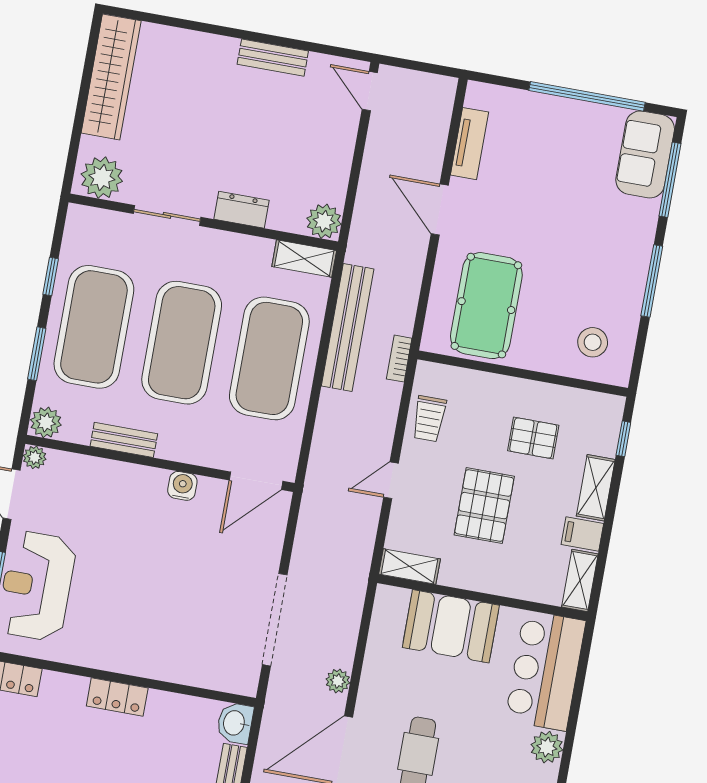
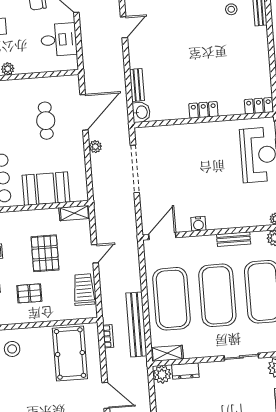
dresser: (241, 210) -> (185, 371), moved
bookcase: (399, 359) -> (108, 336), moved
trolley: (429, 419) -> (84, 290), width x1.36, depth x1.39

